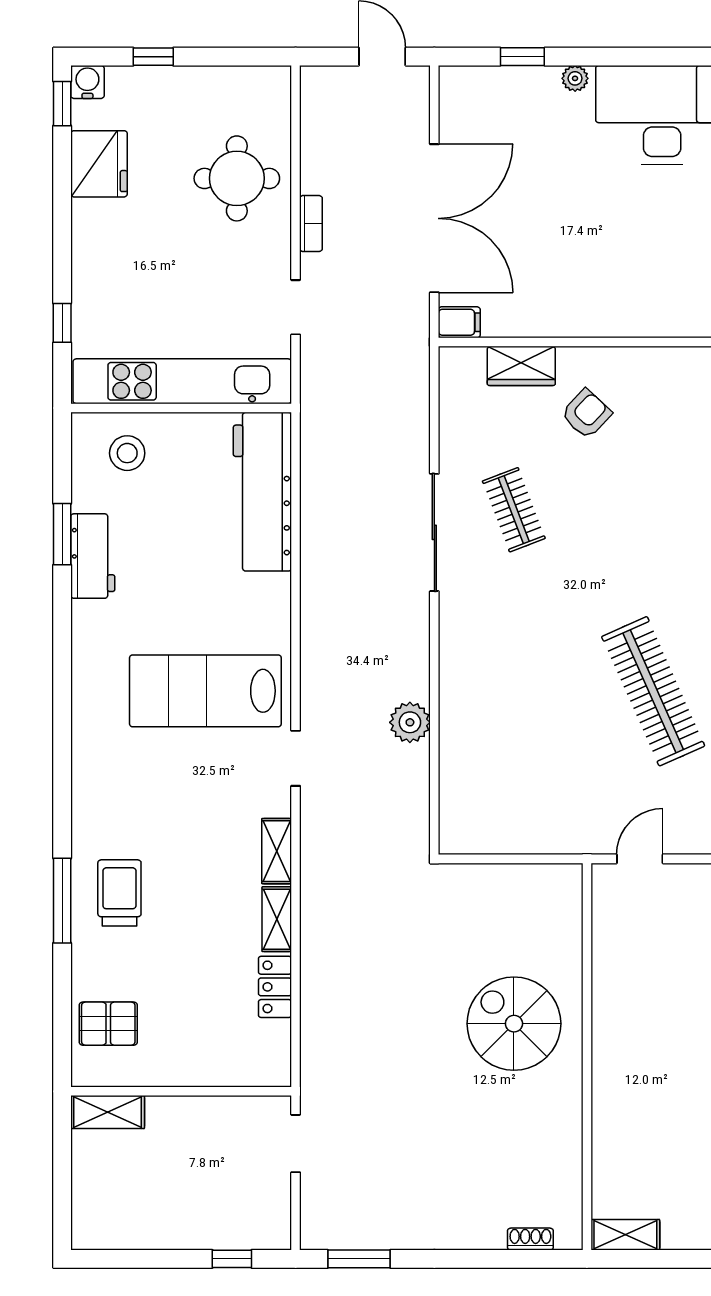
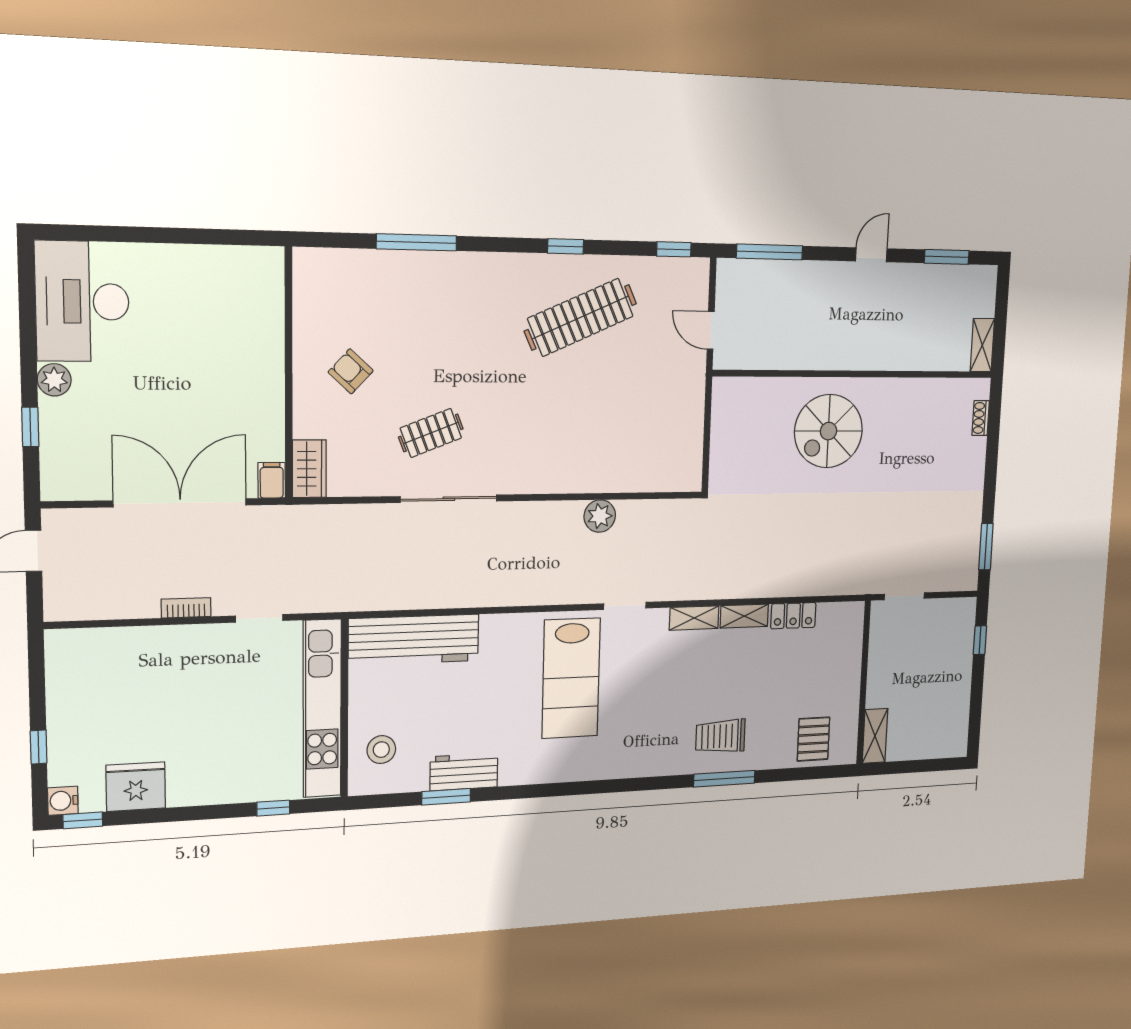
plant: (575, 78) -> (54, 380), width x1.38, depth x1.38
round table: (237, 178) -> (147, 672), removed
wardrobe: (521, 366) -> (309, 469), moved

